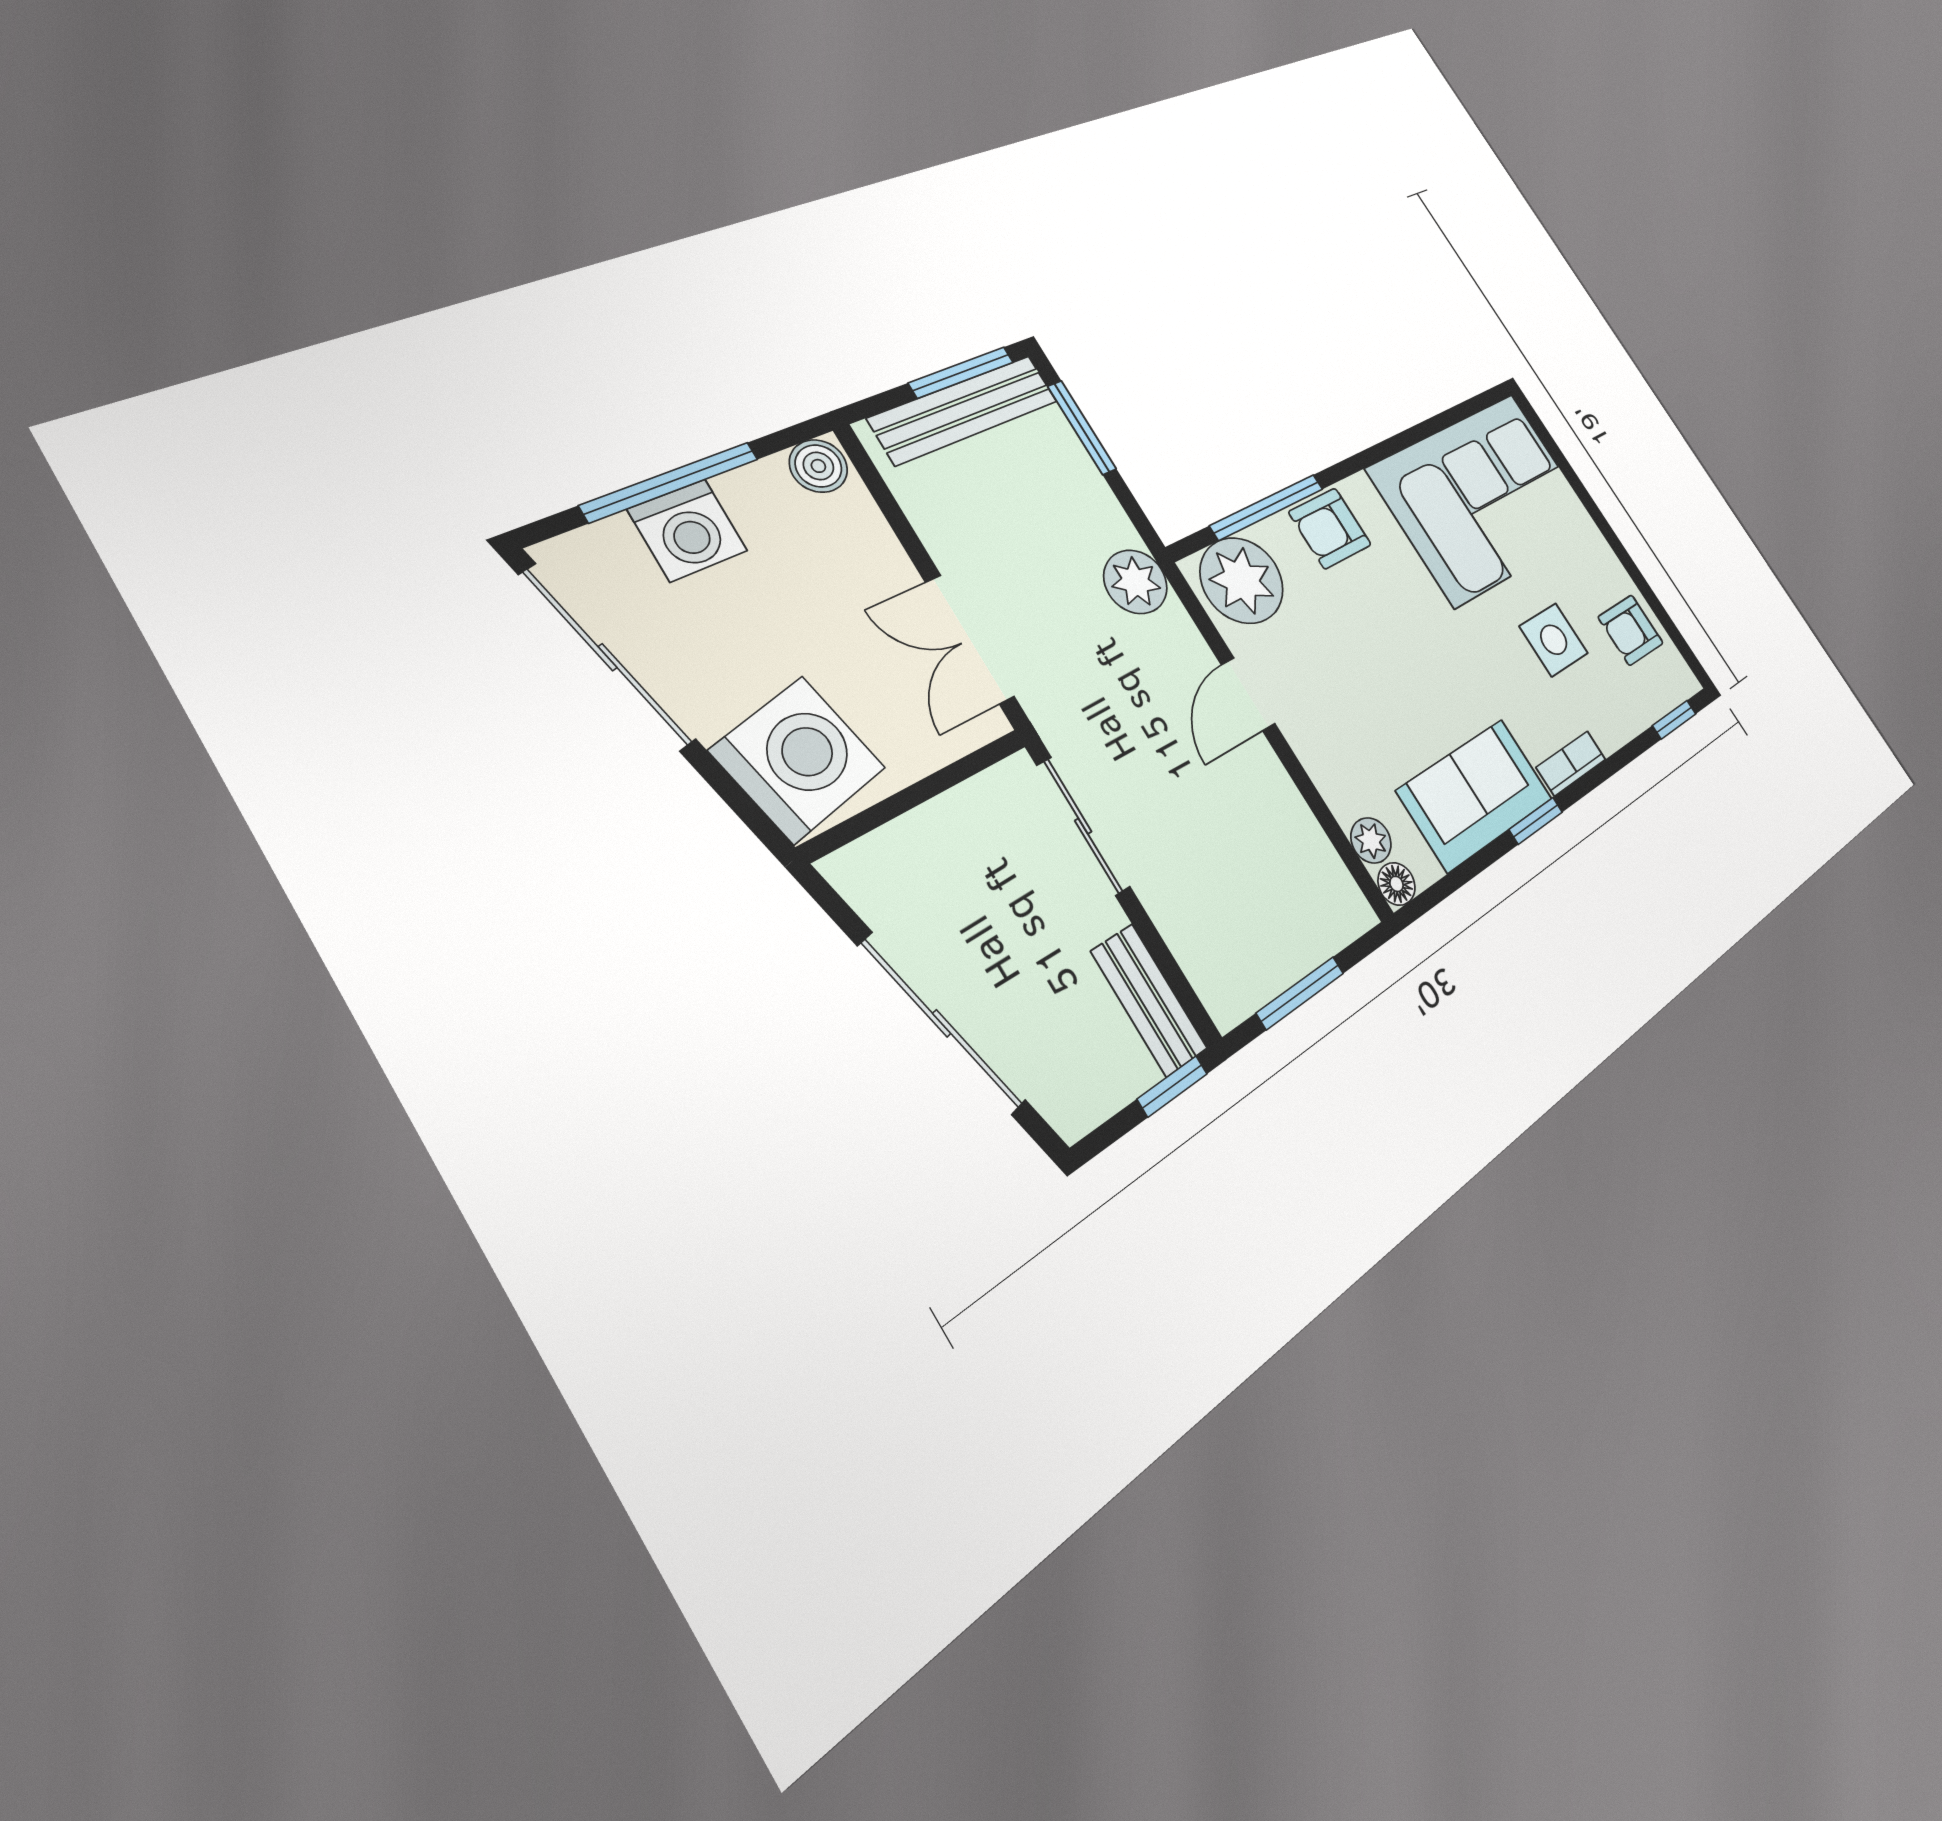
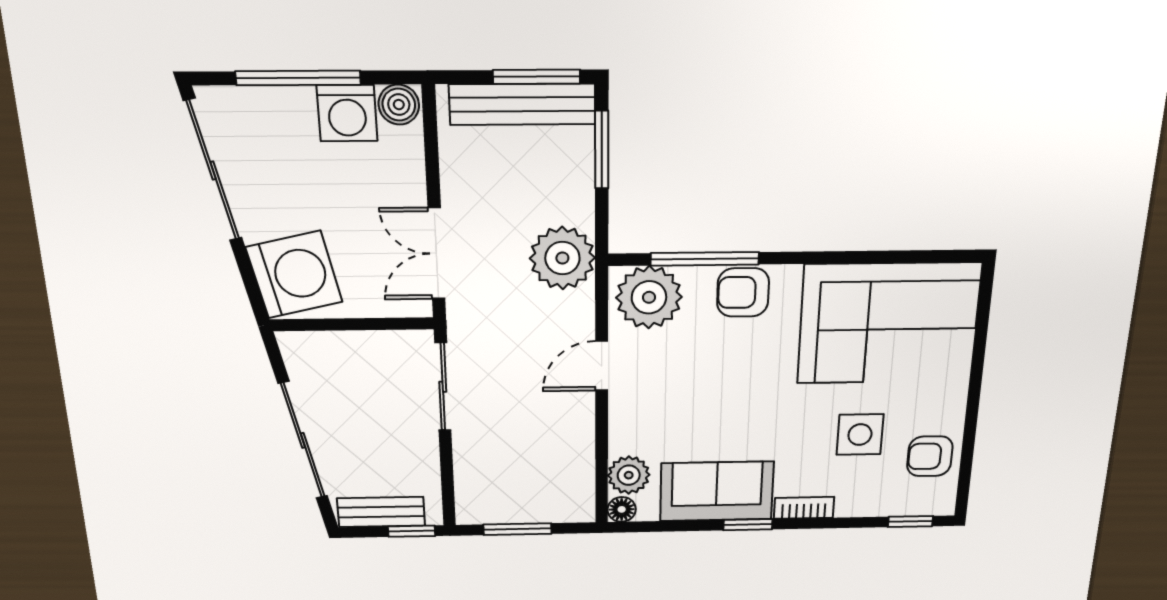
washing machine: (688, 530) -> (347, 113), moved
plant: (1135, 582) -> (562, 258), width x1.36, depth x1.36
plant: (1371, 840) -> (629, 475), width x1.38, depth x1.38
bench: (1149, 1000) -> (381, 512), moved, turned 90

